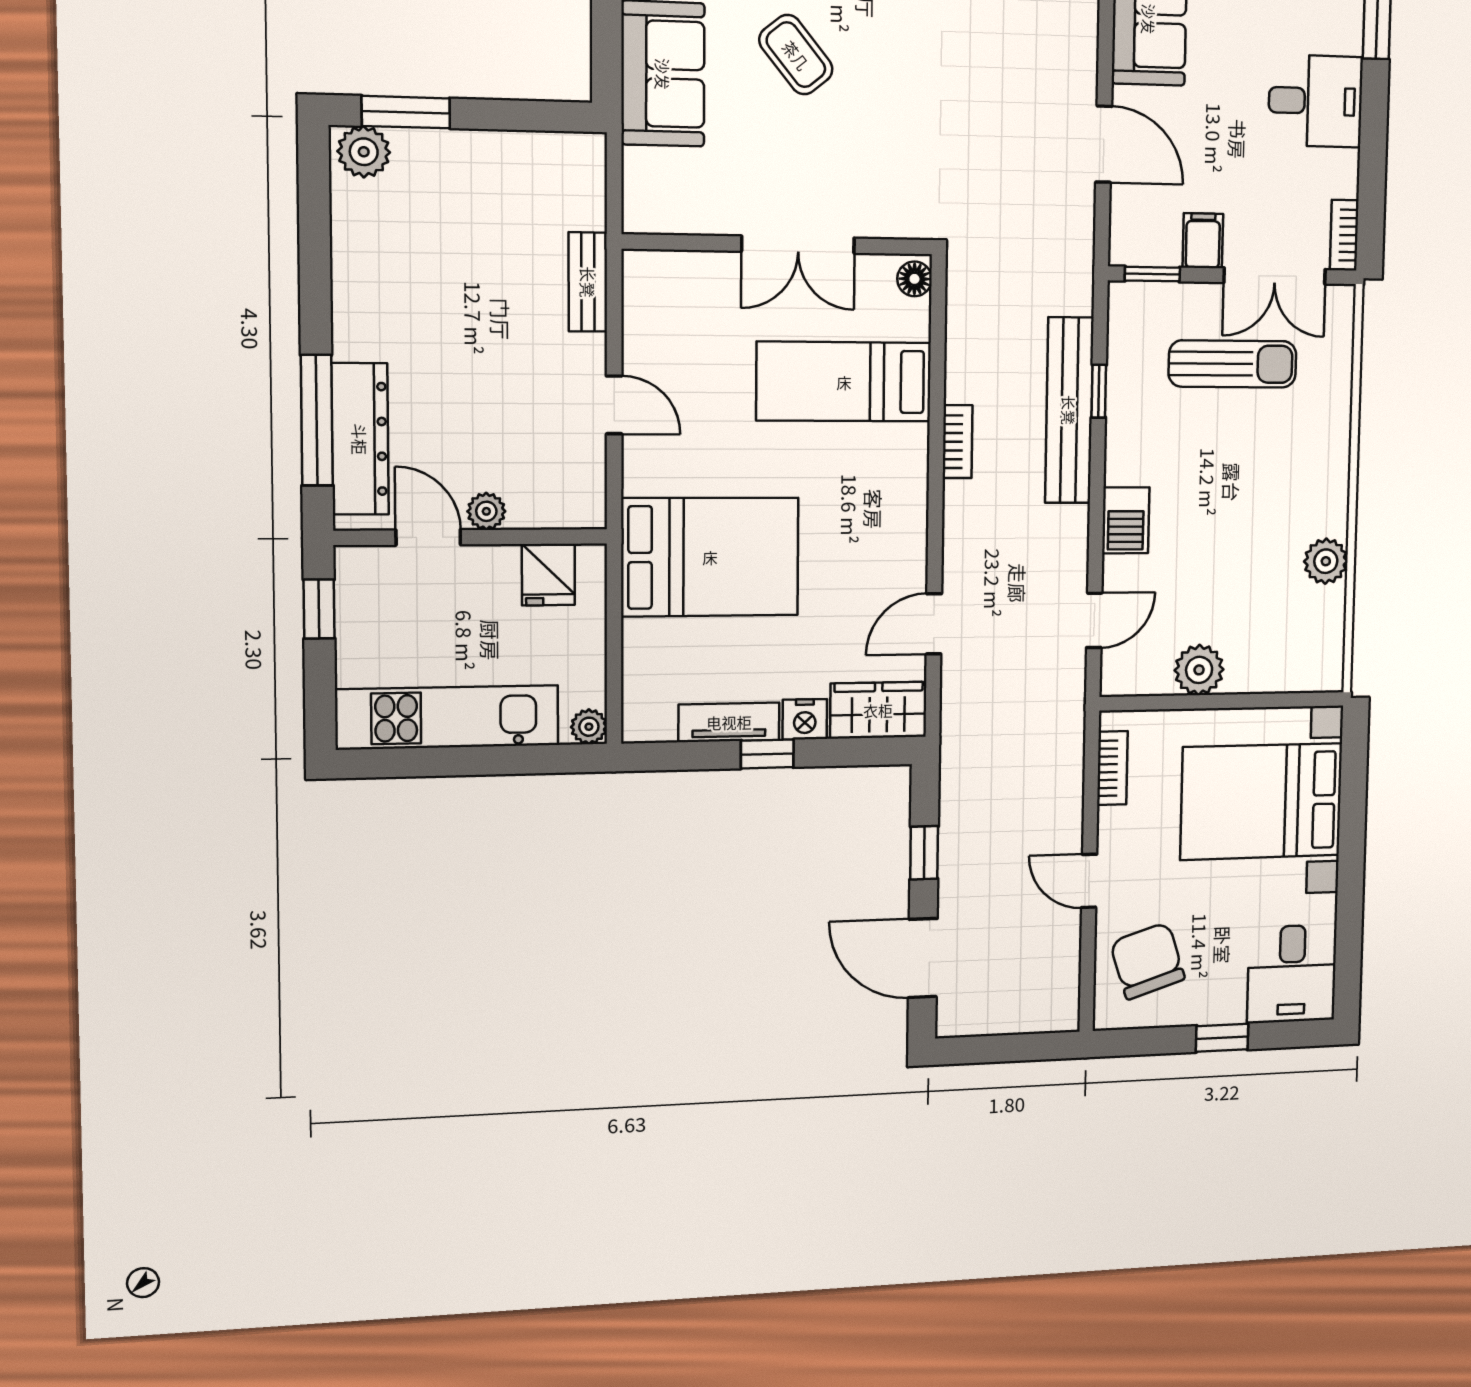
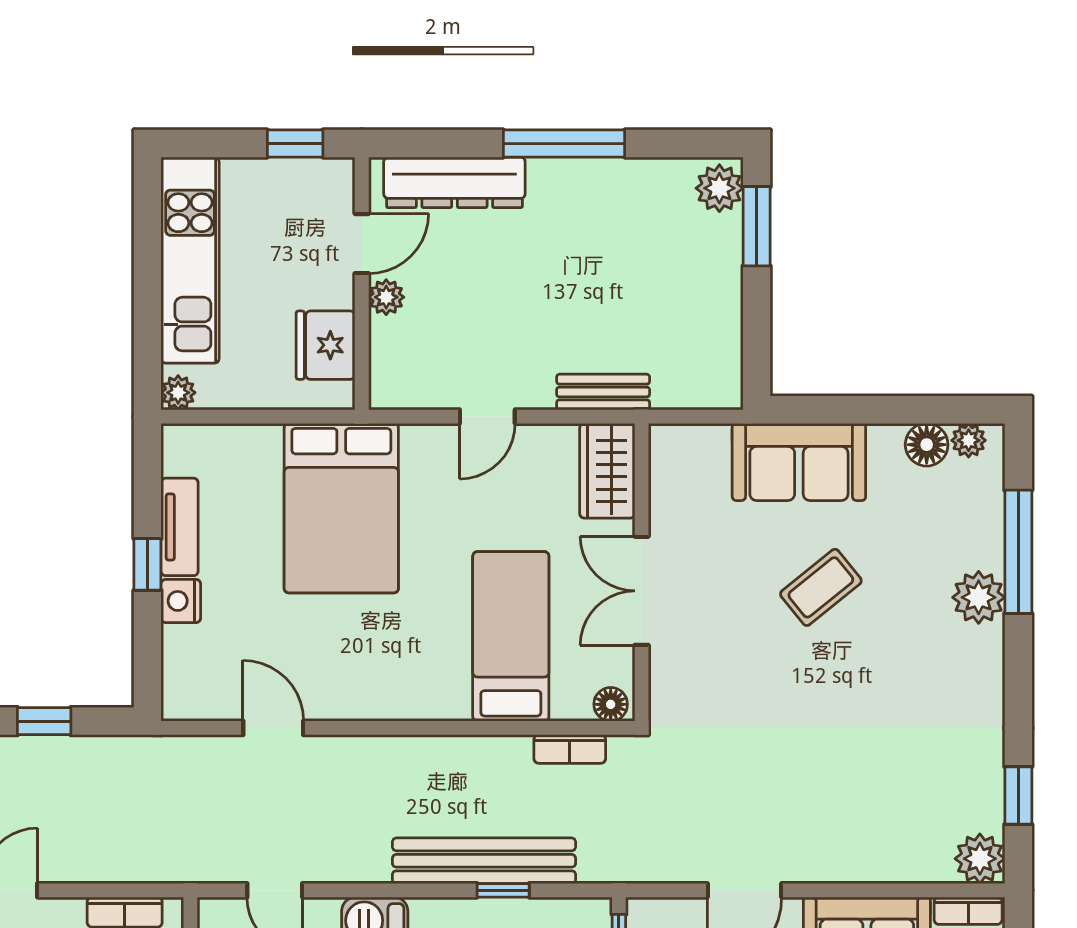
window: (317, 420) -> (564, 144), moved
bookcase: (958, 442) -> (570, 749), moved
fridge: (548, 575) -> (326, 345), width x1.38
wardrobe: (878, 710) -> (607, 471), moved, turned 180

